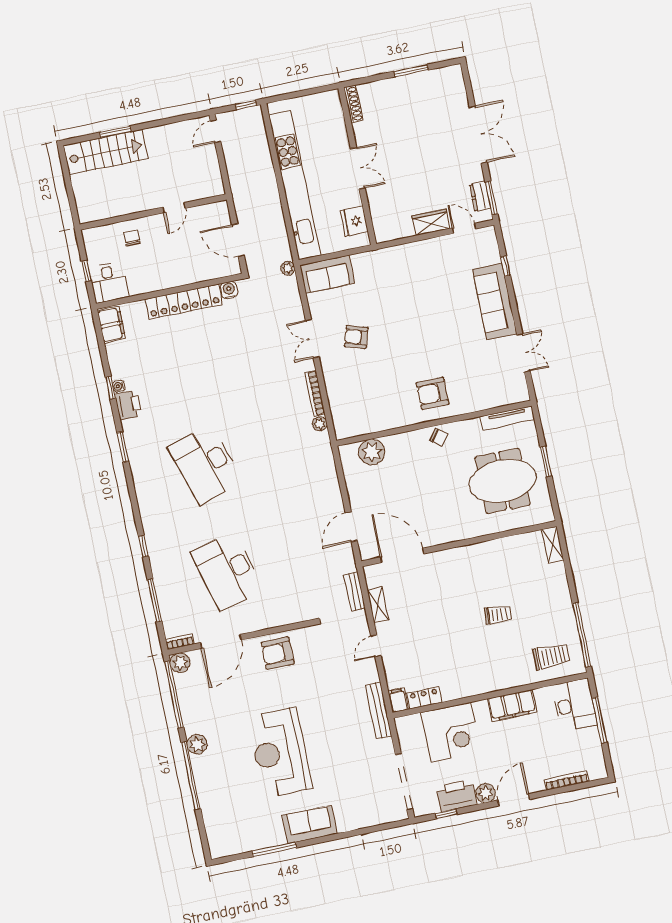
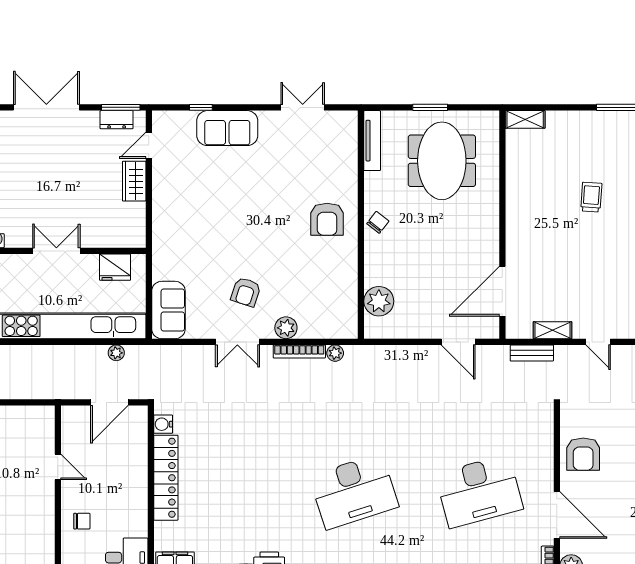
chair: (132, 238) -> (82, 521), turned 180
plant: (288, 268) -> (116, 353), moved
sofa: (494, 302) -> (227, 128), width x0.73
plant: (333, 378) -> (286, 328), added

